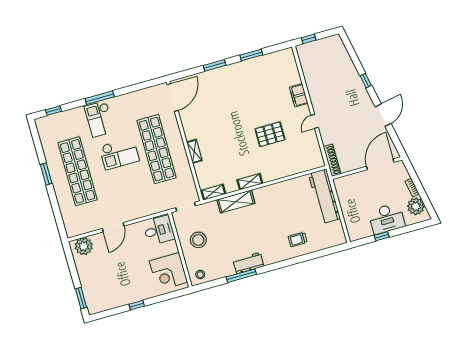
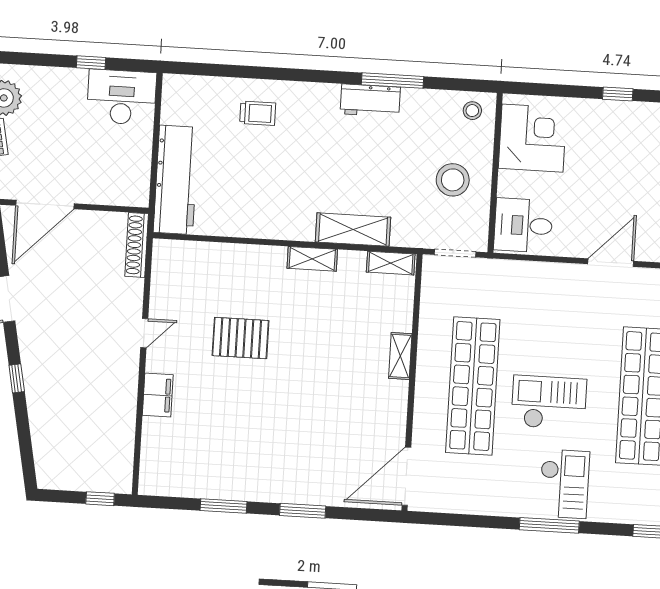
desk: (387, 219) -> (122, 97), moved

